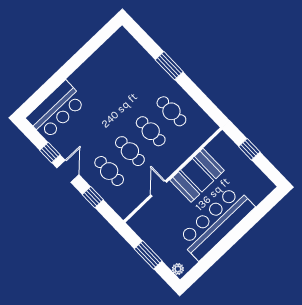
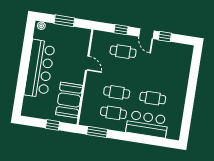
window: (169, 66) -> (97, 132), moved
bar counter: (56, 110) -> (147, 124), moved, turned 90
cafe table: (130, 151) -> (153, 98), moved
booth: (197, 175) -> (69, 100), moved

